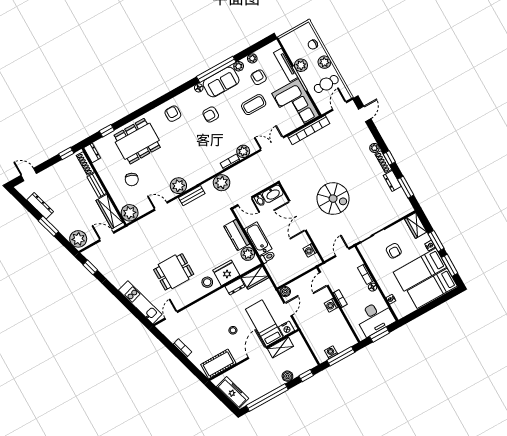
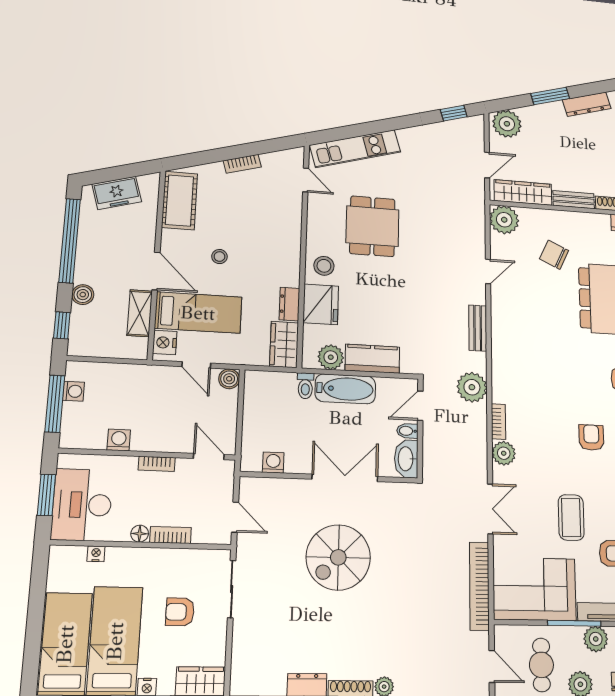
plant: (178, 186) -> (505, 318), removed
washing machine: (331, 305) -> (119, 440), moved
freezer: (233, 393) -> (117, 193), width x0.71

